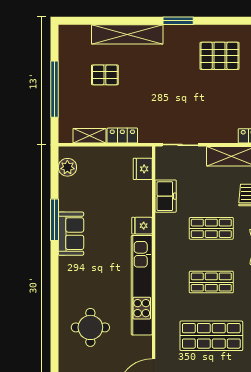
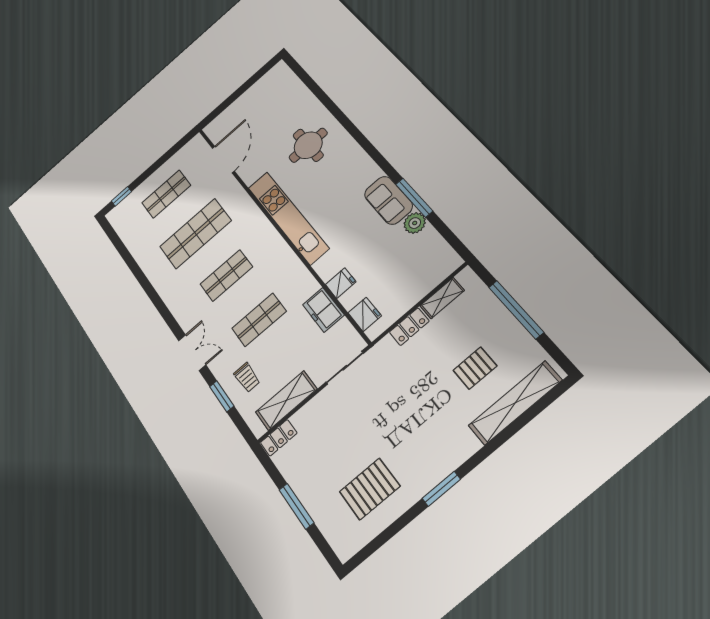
shelving: (127, 34) -> (515, 403), moved
plant: (67, 167) -> (415, 223), moved
fridge: (142, 226) -> (341, 283), moved

